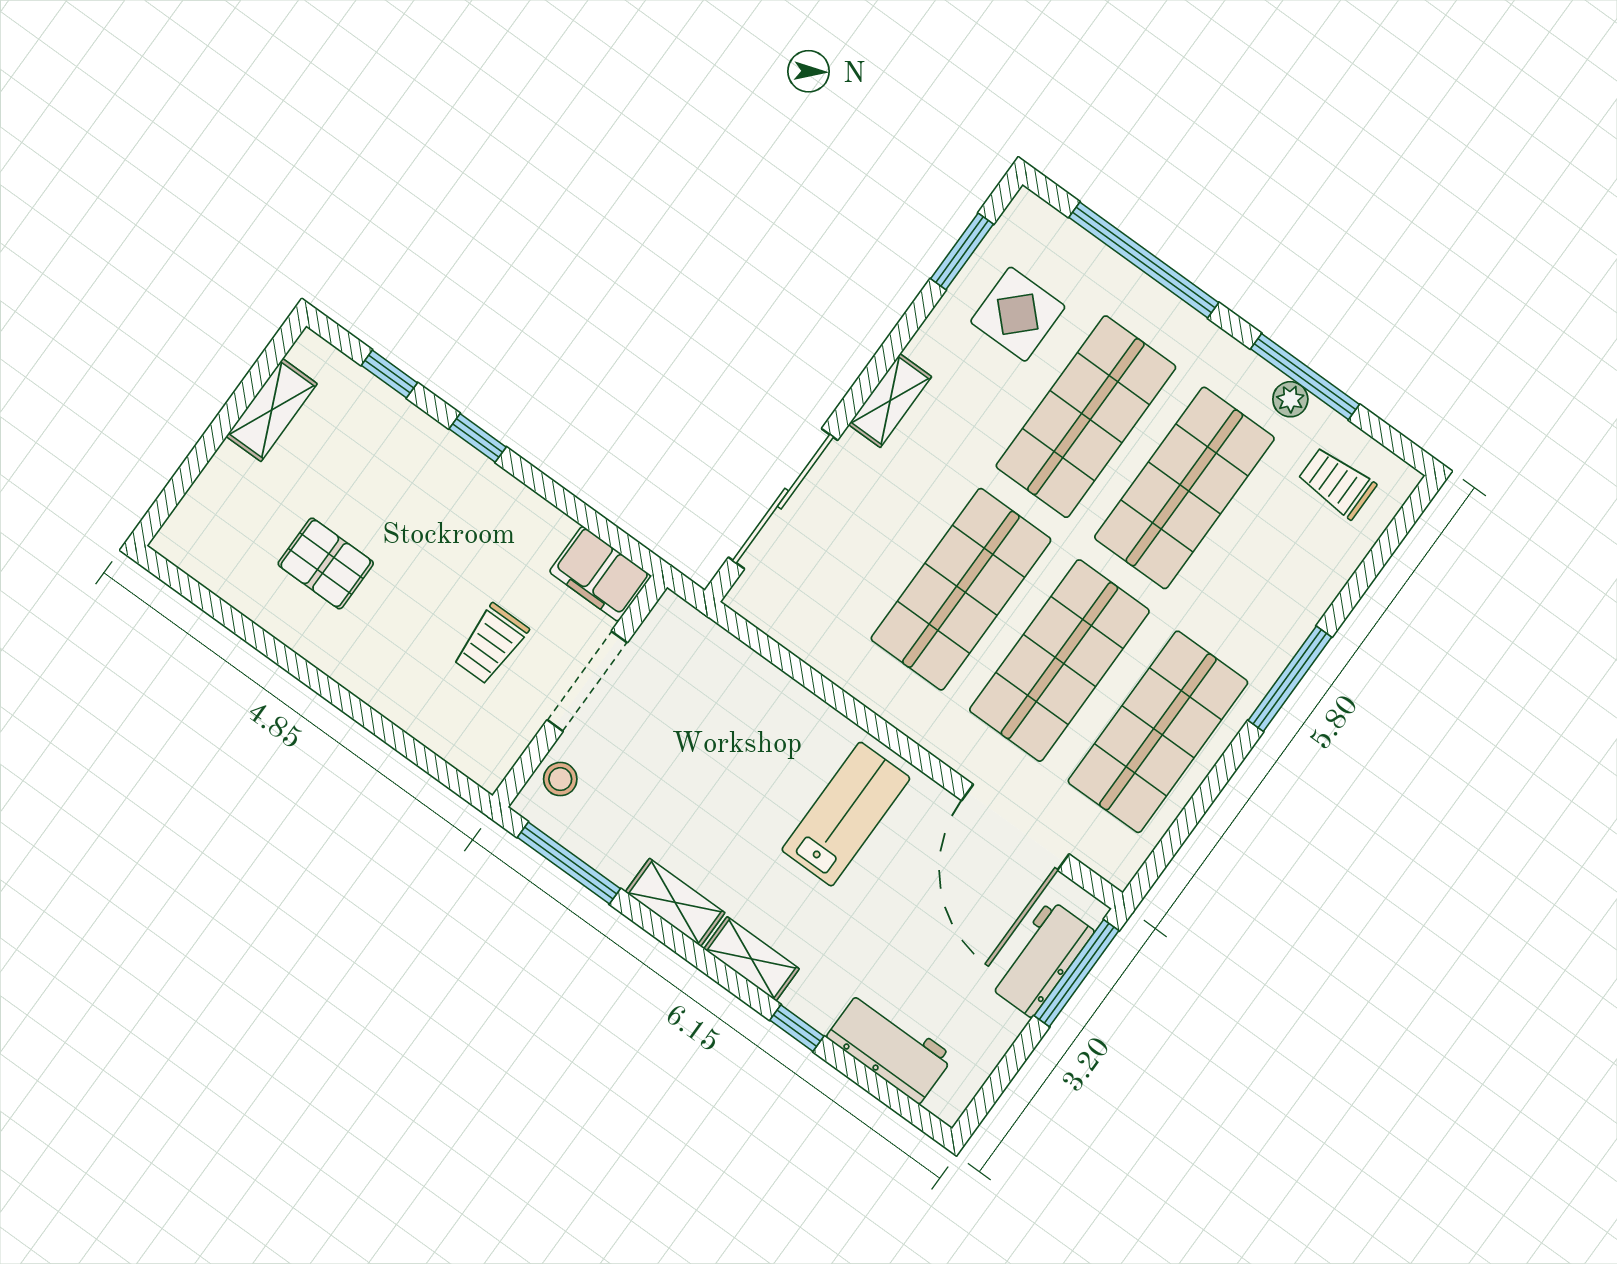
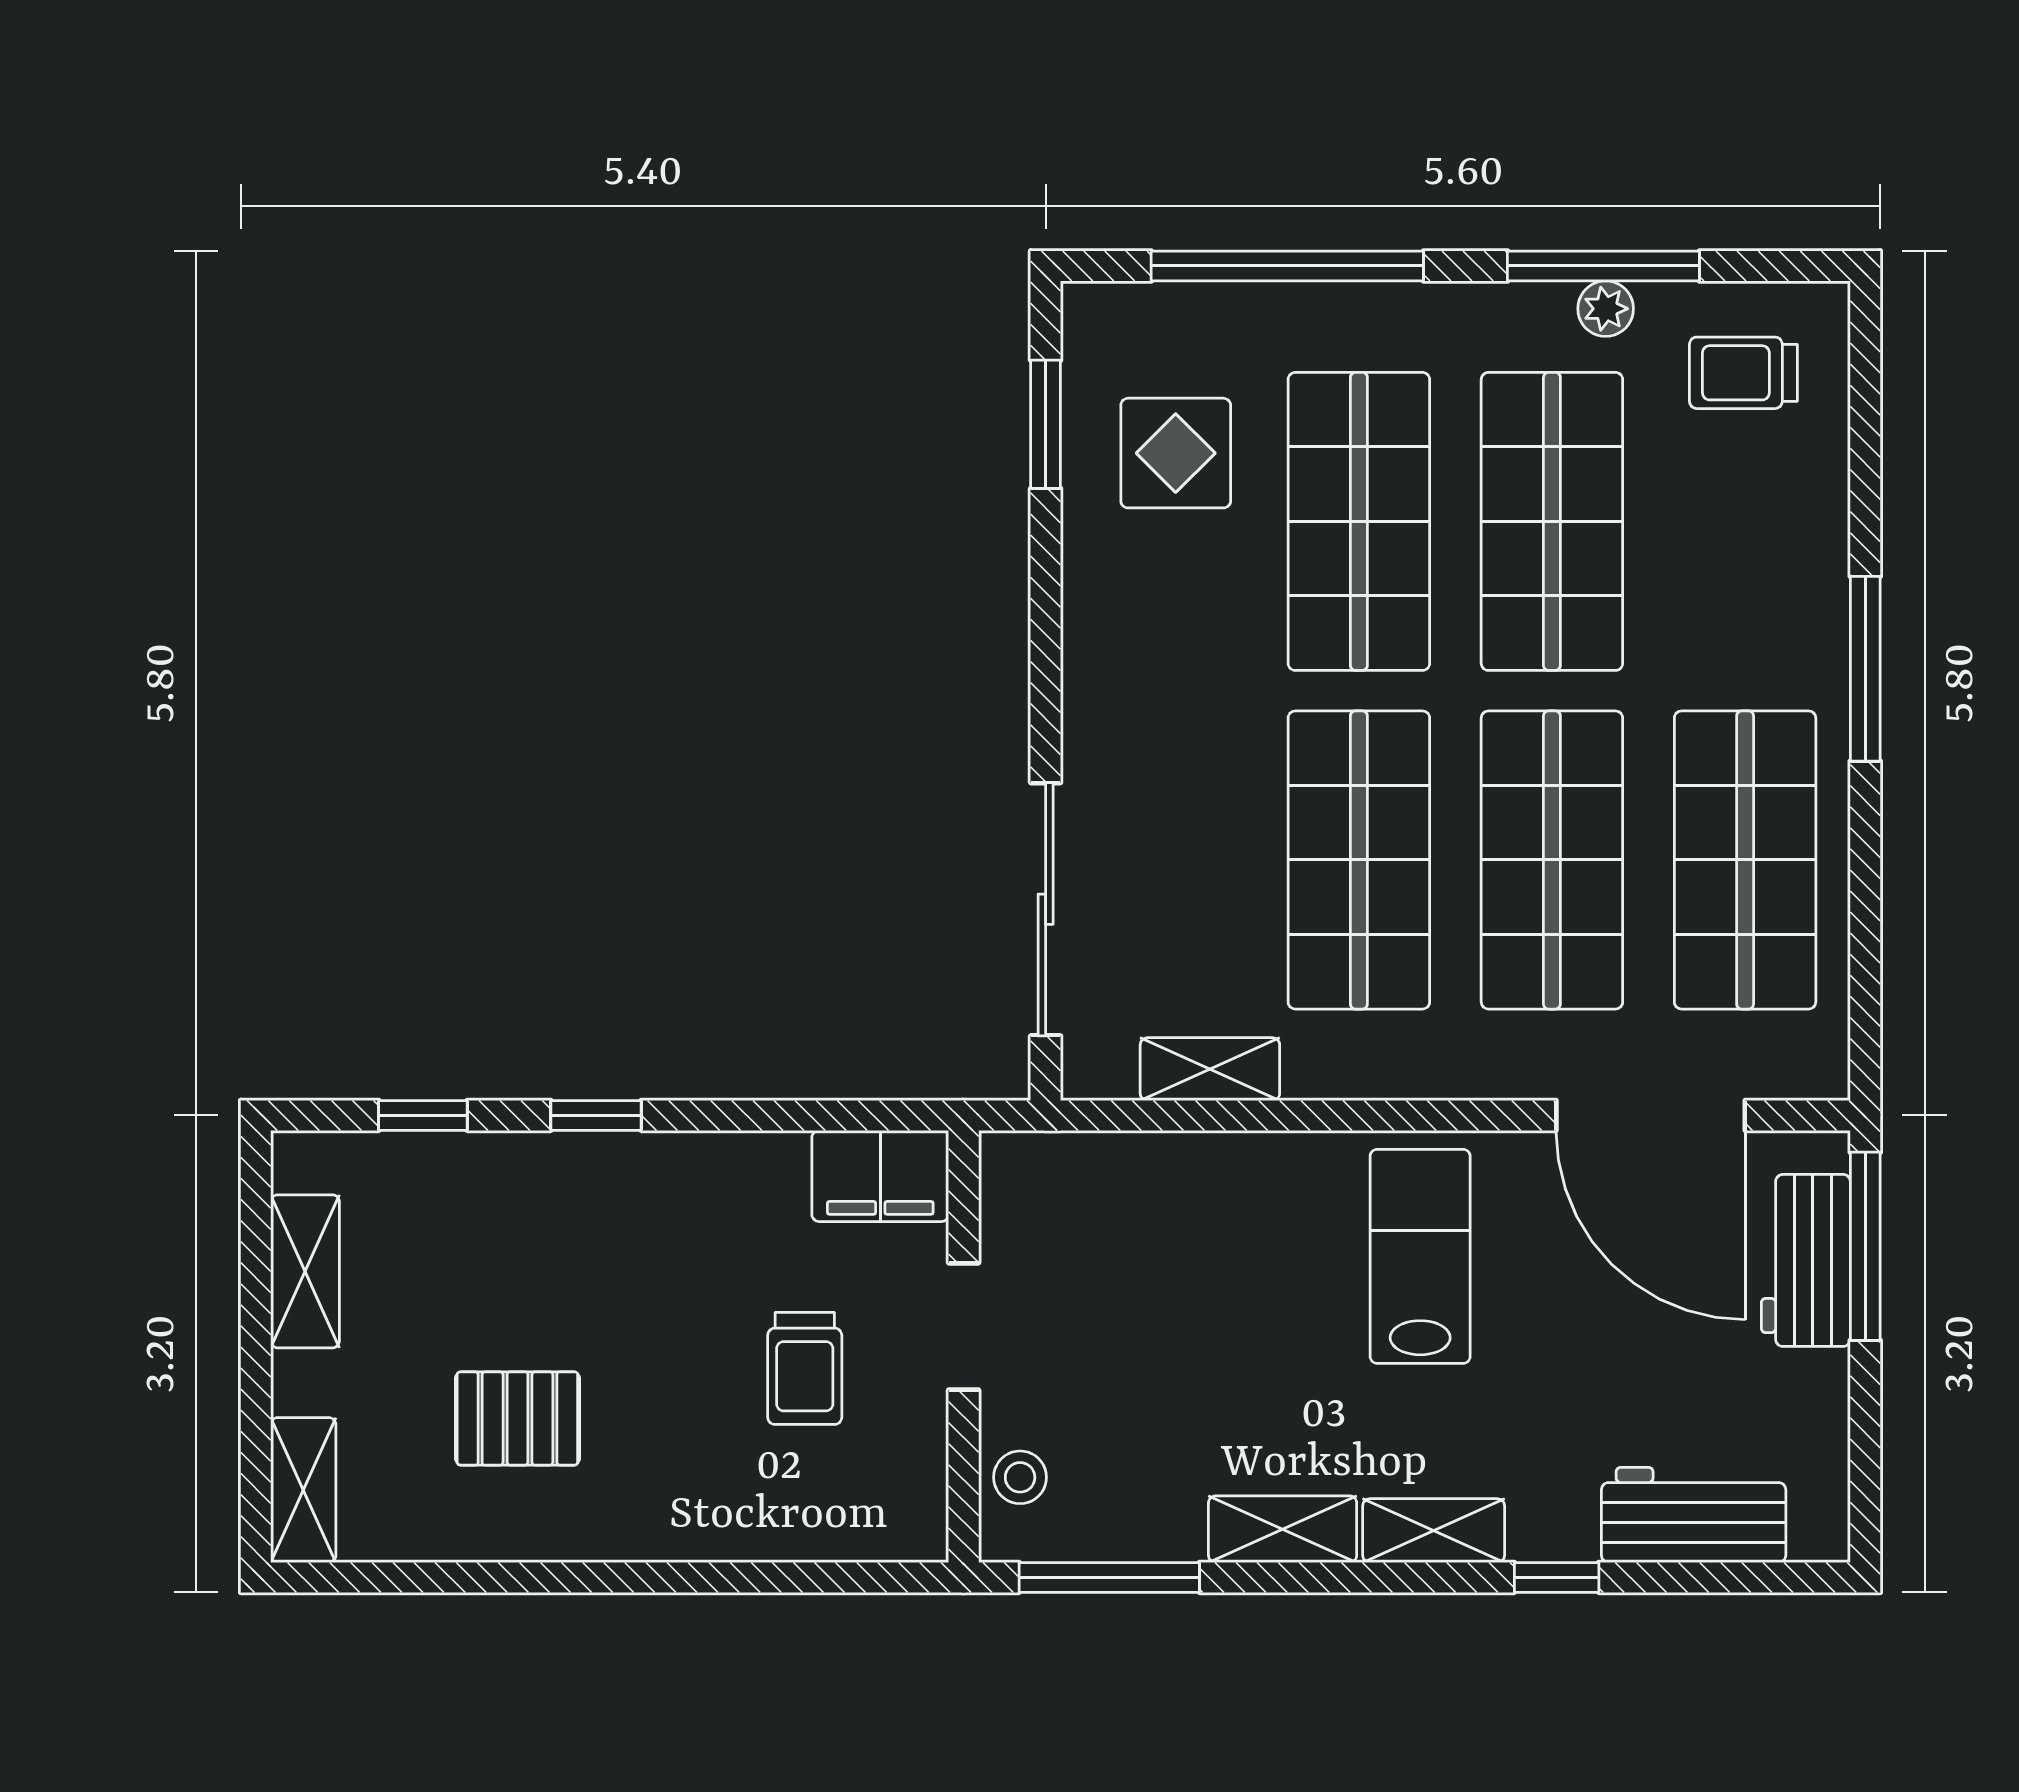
shelving: (890, 401) -> (1210, 1069), moved, turned 90
shelving: (190, 521) -> (303, 1490), added
doorway: (587, 681) -> (964, 1326), width x0.73

